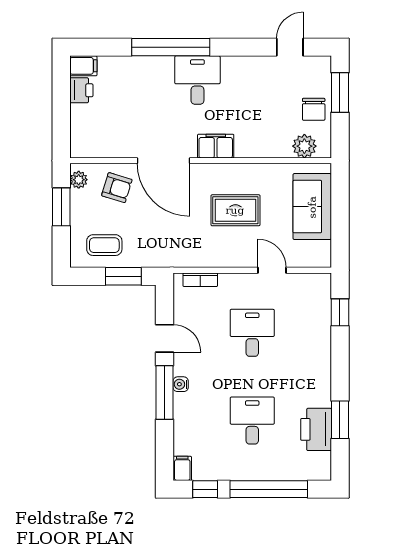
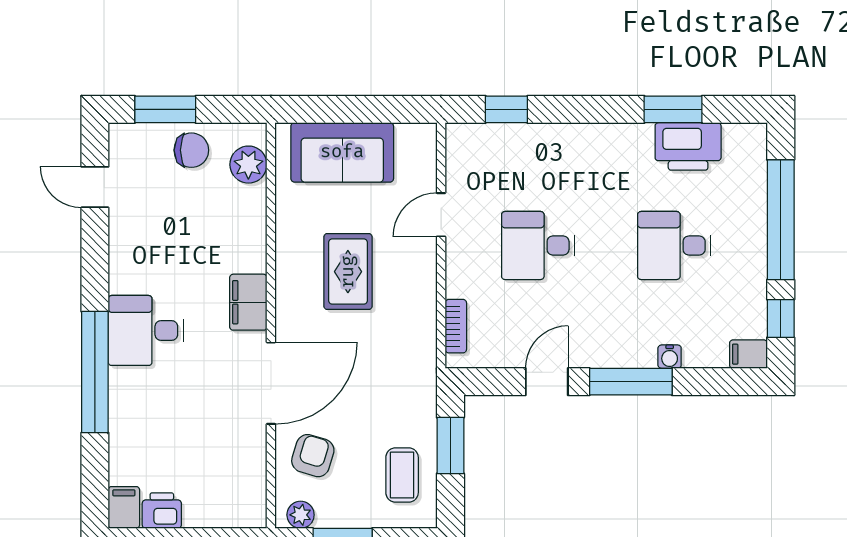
water cooler: (181, 384) -> (670, 357), moved

